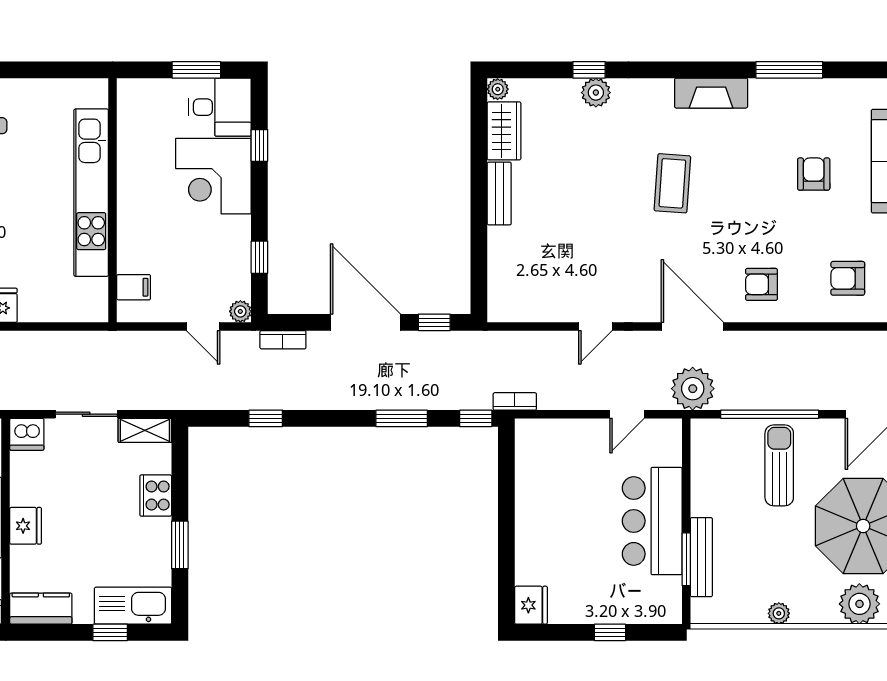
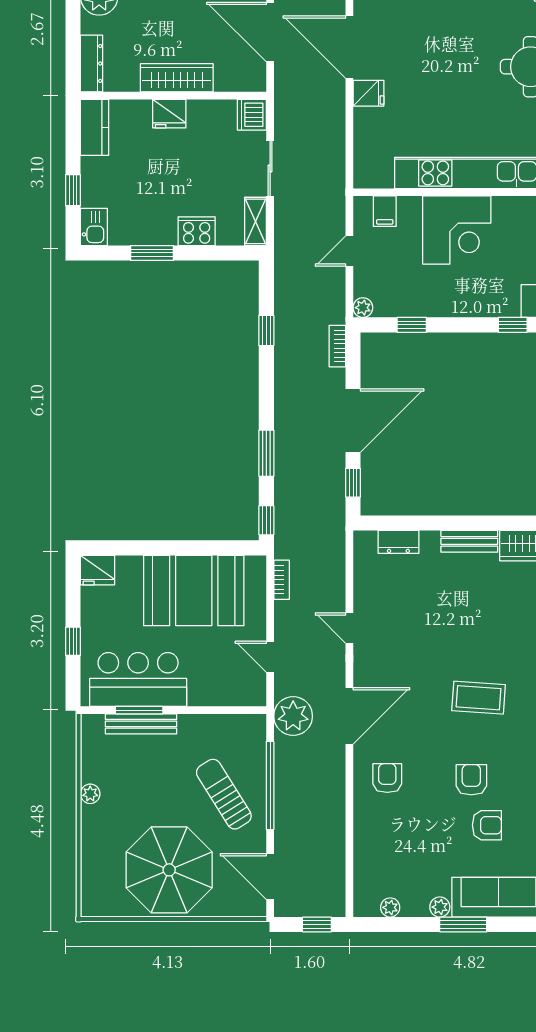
corner desk: (213, 176) -> (457, 230), moved, turned 180
dresser: (500, 272) -> (398, 542), added
armchair: (848, 278) -> (471, 780), moved
door: (203, 326) -> (349, 251), moved
bookcase: (515, 401) -> (282, 580), moved
sun lounger: (779, 465) -> (224, 794), turned -122
booth: (554, 499) -> (194, 590), added
bar counter: (652, 521) -> (138, 679), moved
plant: (859, 604) -> (99, 867), removed
kitchen sink: (133, 606) -> (94, 227), width x0.53, depth x0.81

